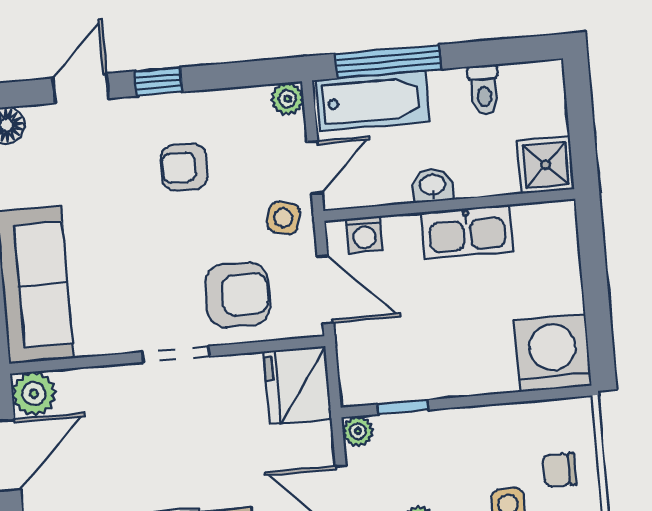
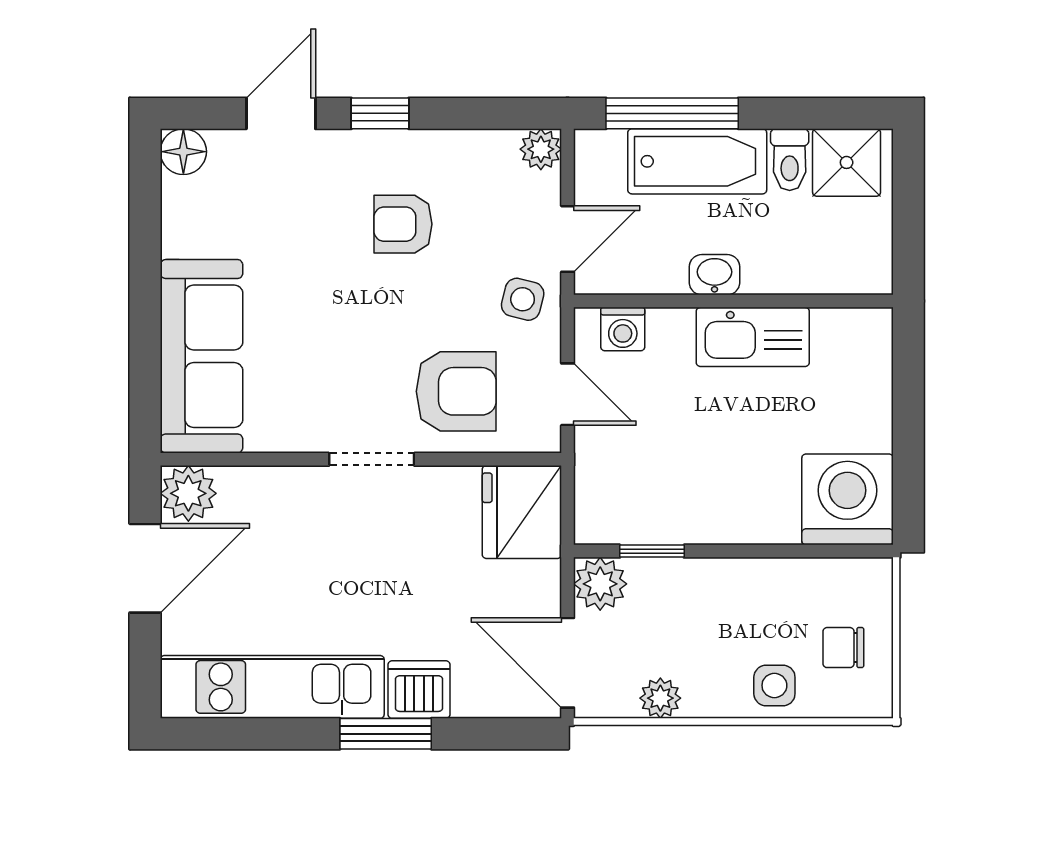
bathtub: (373, 101) -> (697, 161), moved
shower: (546, 165) -> (847, 162), moved
door: (325, 290) -> (568, 394), width x0.73
plant: (358, 431) -> (600, 584), width x1.38, depth x1.38

